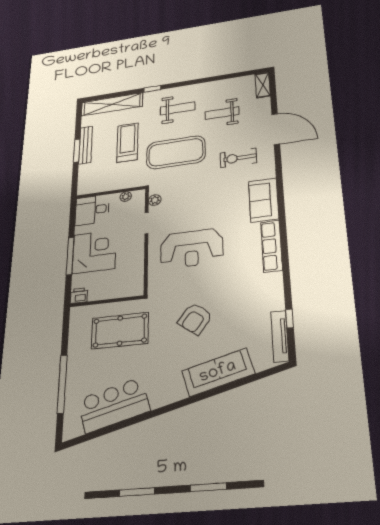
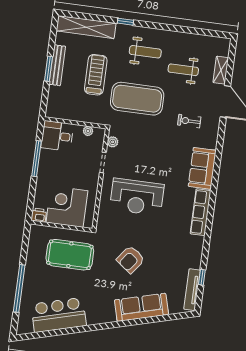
shelving: (263, 85) -> (221, 70), moved
exercise bike: (238, 158) -> (189, 121), width x0.73, depth x0.72
corner desk: (94, 252) -> (67, 207), moved, turned -90
window: (70, 256) -> (36, 159), moved

